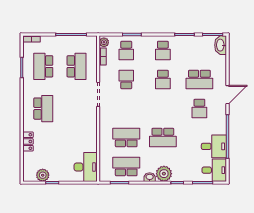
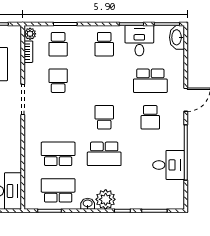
school desk: (163, 80) -> (104, 117), moved, turned 180
desk: (214, 170) -> (139, 41), moved, turned -90

